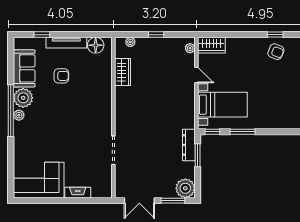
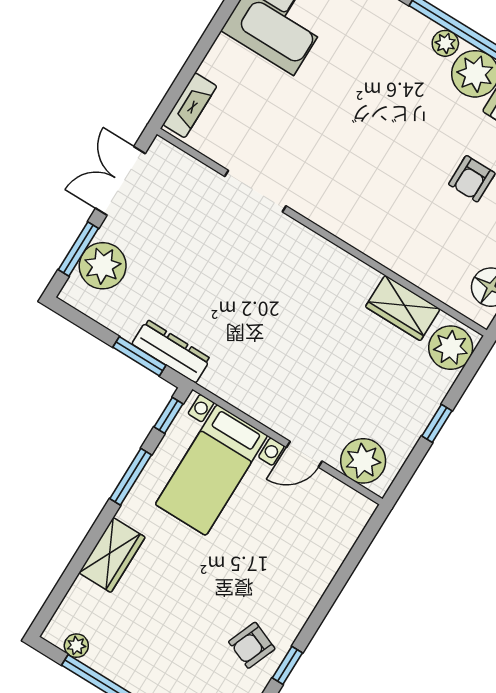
plant: (130, 42) -> (451, 348), width x1.87, depth x1.87
wardrobe: (211, 45) -> (112, 555), moved, turned 180
plant: (190, 48) -> (363, 461), width x1.88, depth x1.88
plant: (185, 188) -> (103, 266), moved
fireplace: (78, 193) -> (190, 105), moved

